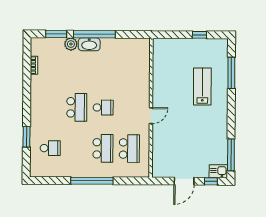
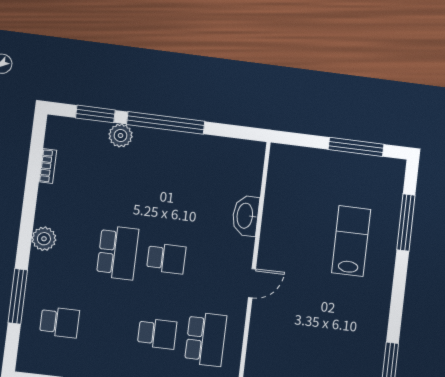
window: (199, 35) -> (356, 147), width x2.17
washbasin: (89, 44) -> (246, 216), moved, turned 90
plant: (37, 104) -> (44, 239), added
window: (26, 137) -> (18, 296), width x1.44
school desk: (103, 148) -> (157, 334), width x0.54

